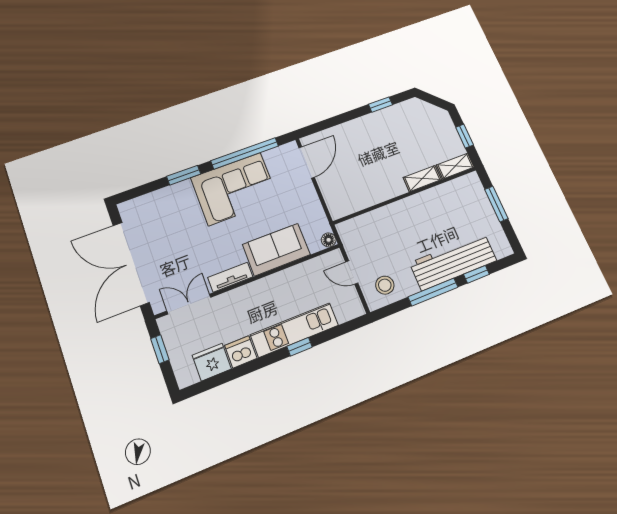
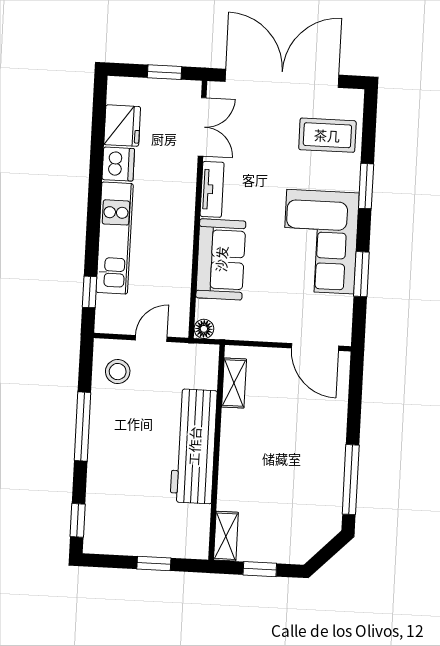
window: (381, 105) -> (351, 480), width x2.17
window: (245, 153) -> (361, 274), width x0.47
shelving: (422, 179) -> (234, 383), moved
window: (496, 204) -> (154, 564), width x0.67
coffee table: (159, 215) -> (327, 135), added
workbench: (453, 262) -> (194, 446), moved, turned 180
window: (476, 274) -> (78, 520), moved
window: (300, 347) -> (90, 292), moved

